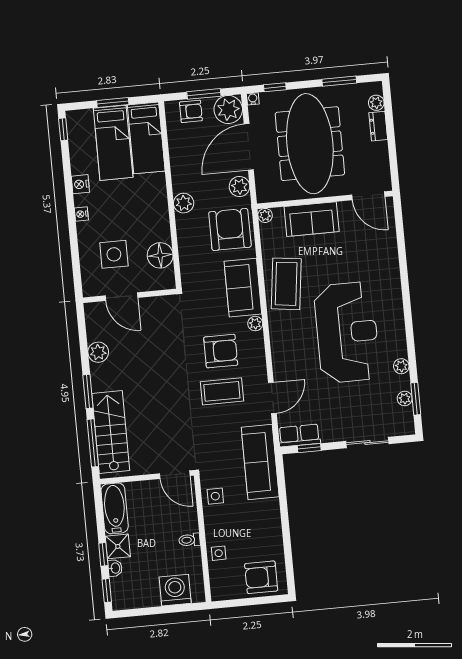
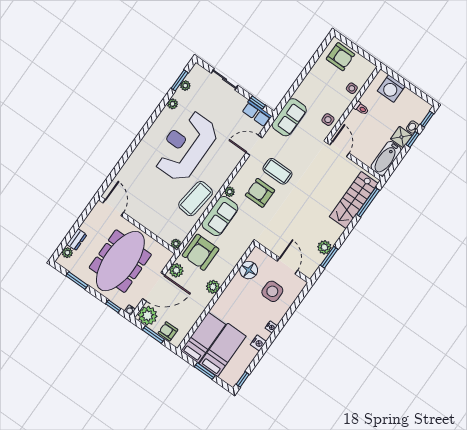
sofa: (312, 219) -> (153, 221), removed
window: (88, 391) -> (329, 257), moved
sofa: (260, 462) -> (289, 117), width x0.73

